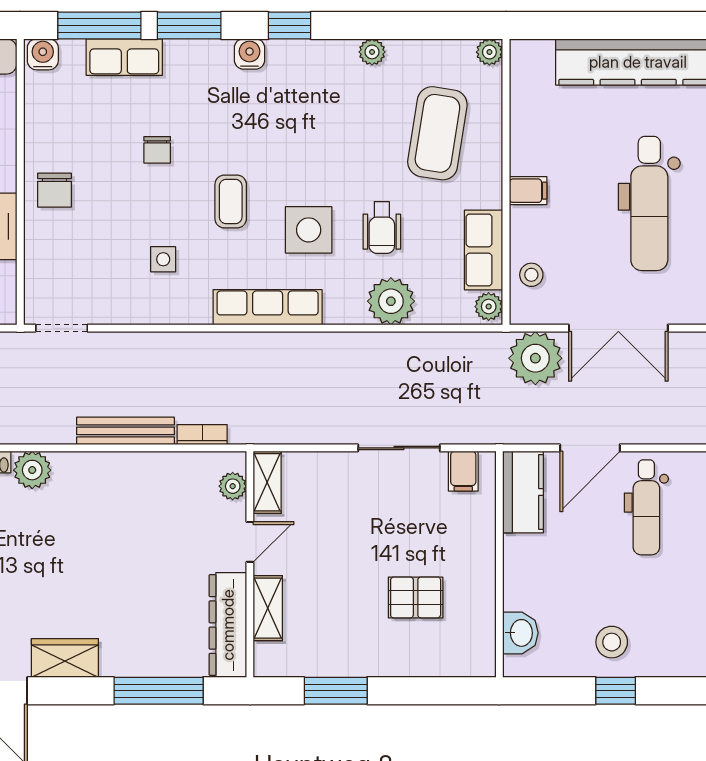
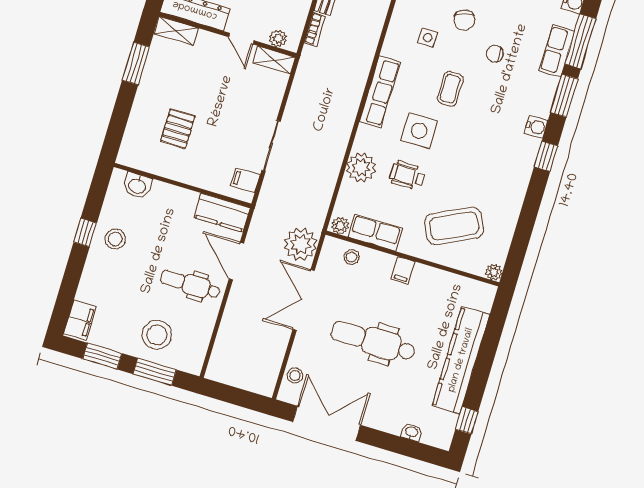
plant: (372, 52) -> (515, 201), removed
coffee table: (437, 133) -> (454, 226), turned -35
coffee table: (231, 202) -> (450, 89), turned 90
chair: (120, 212) -> (464, 20), added
shelving: (268, 608) -> (176, 31), moved

